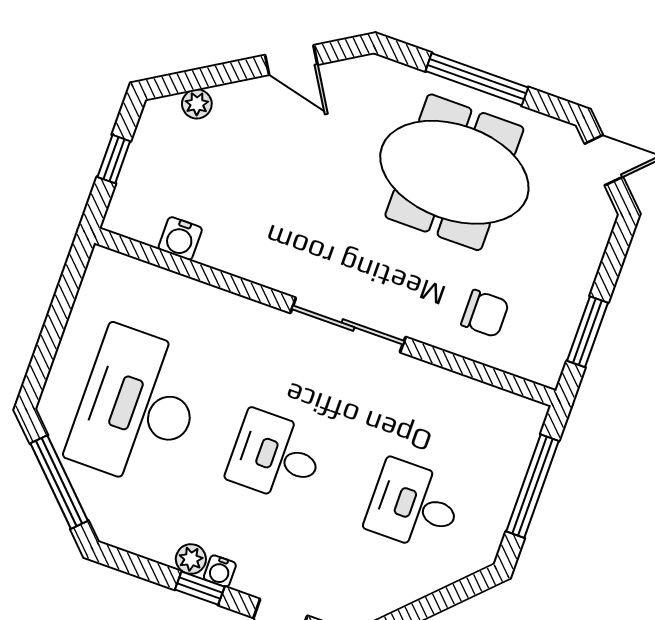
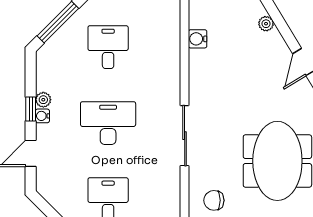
chair: (485, 313) -> (214, 200), turned 90
desk: (137, 407) -> (108, 47), width x0.53, depth x0.77
desk: (276, 456) -> (108, 123), width x1.37

